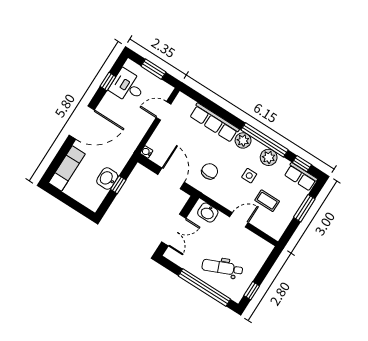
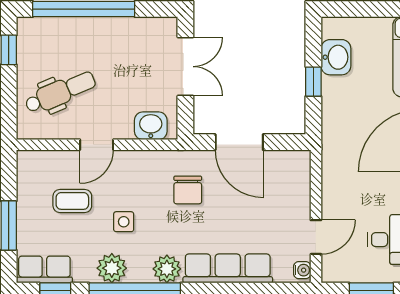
water cooler: (146, 152) -> (302, 270), moved
washbasin: (107, 178) -> (336, 57), moved
double door: (174, 230) -> (185, 67), swing flipped
dental chair: (222, 268) -> (60, 92), moved

